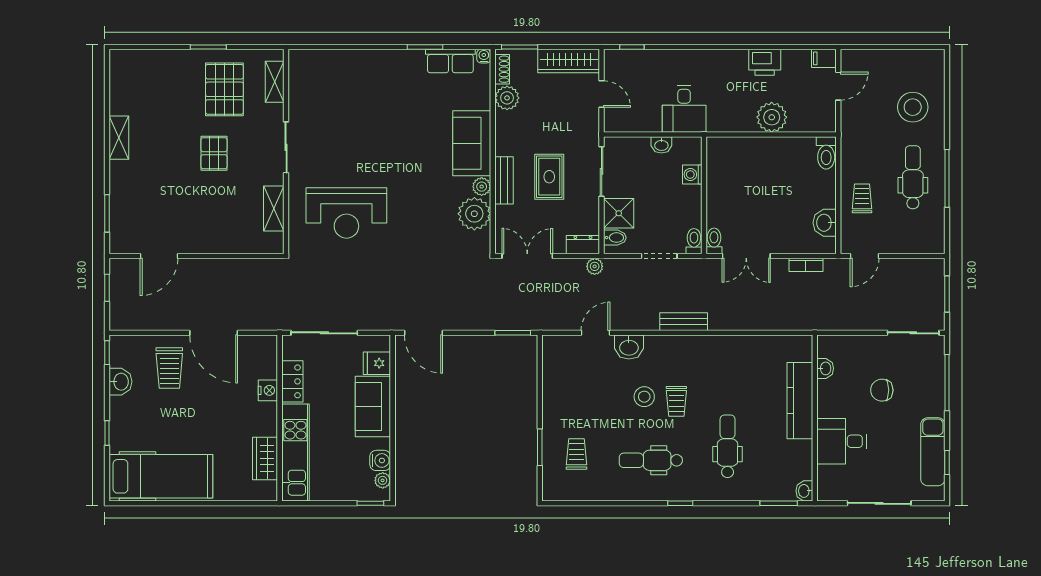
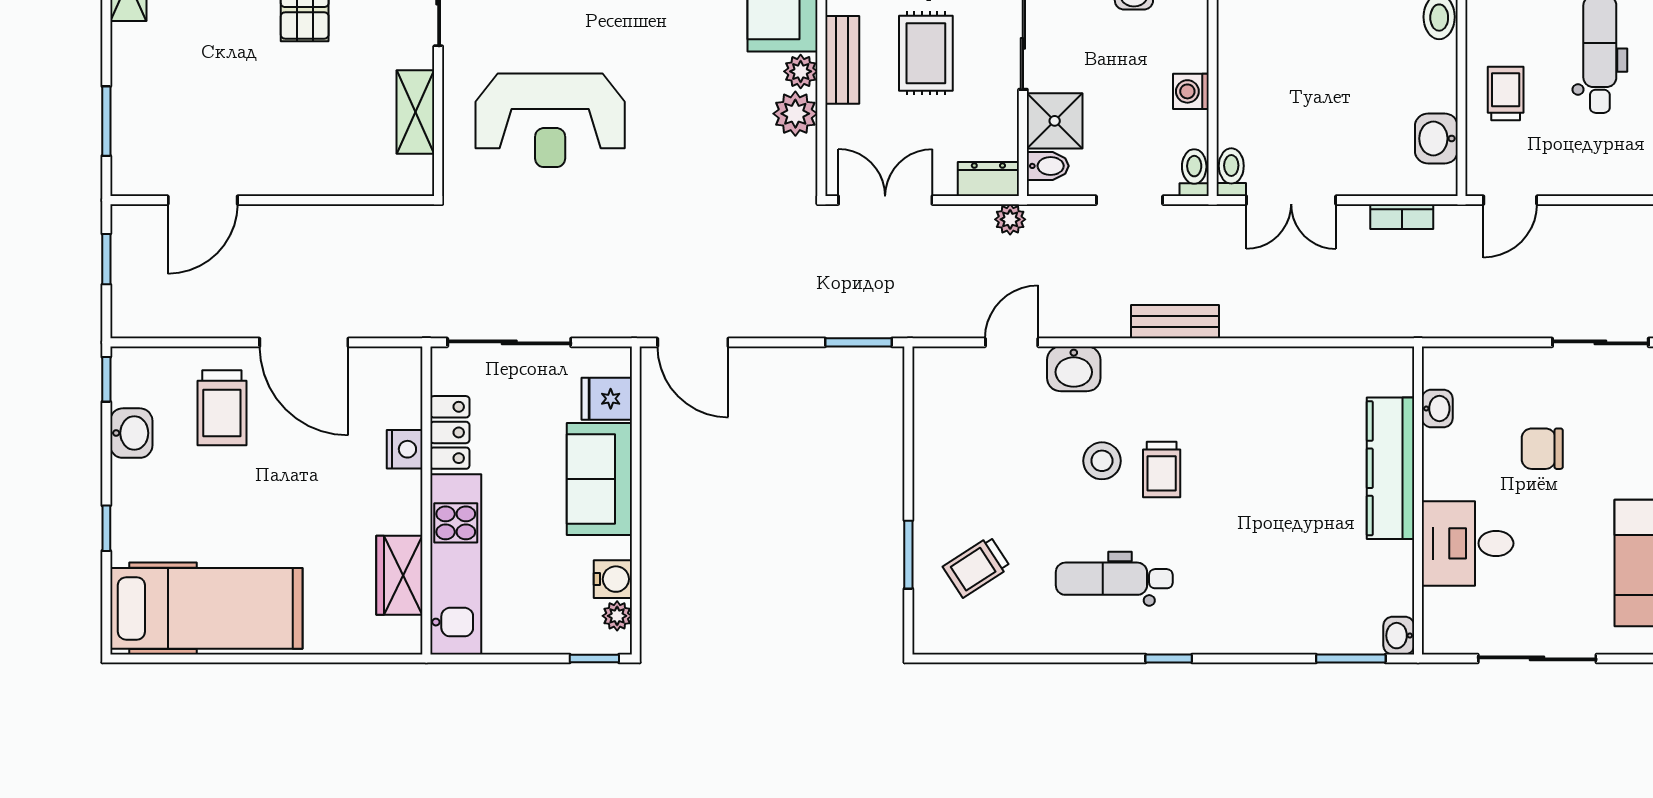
washing machine: (692, 174) -> (1191, 91), moved
plant: (474, 214) -> (795, 114), width x0.73, depth x0.73
dental chair: (728, 446) -> (1256, 553), removed
trolley: (576, 454) -> (976, 567), turned -123

